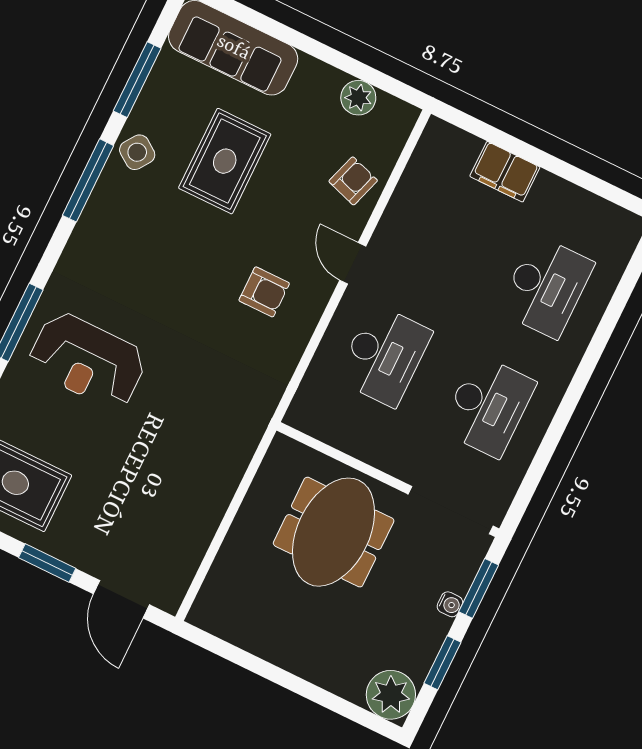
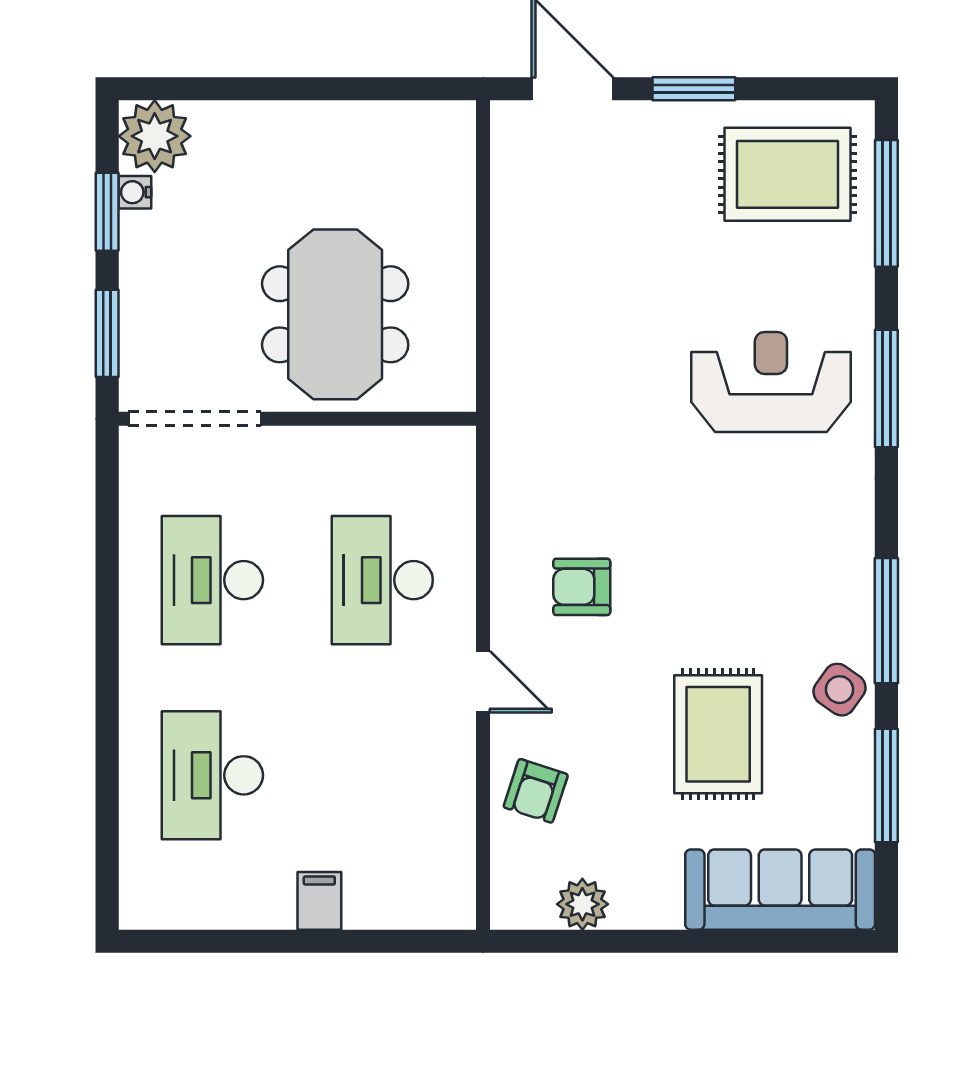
filing cabinet: (505, 172) -> (319, 901), width x0.50
water cooler: (450, 604) -> (135, 192), moved

